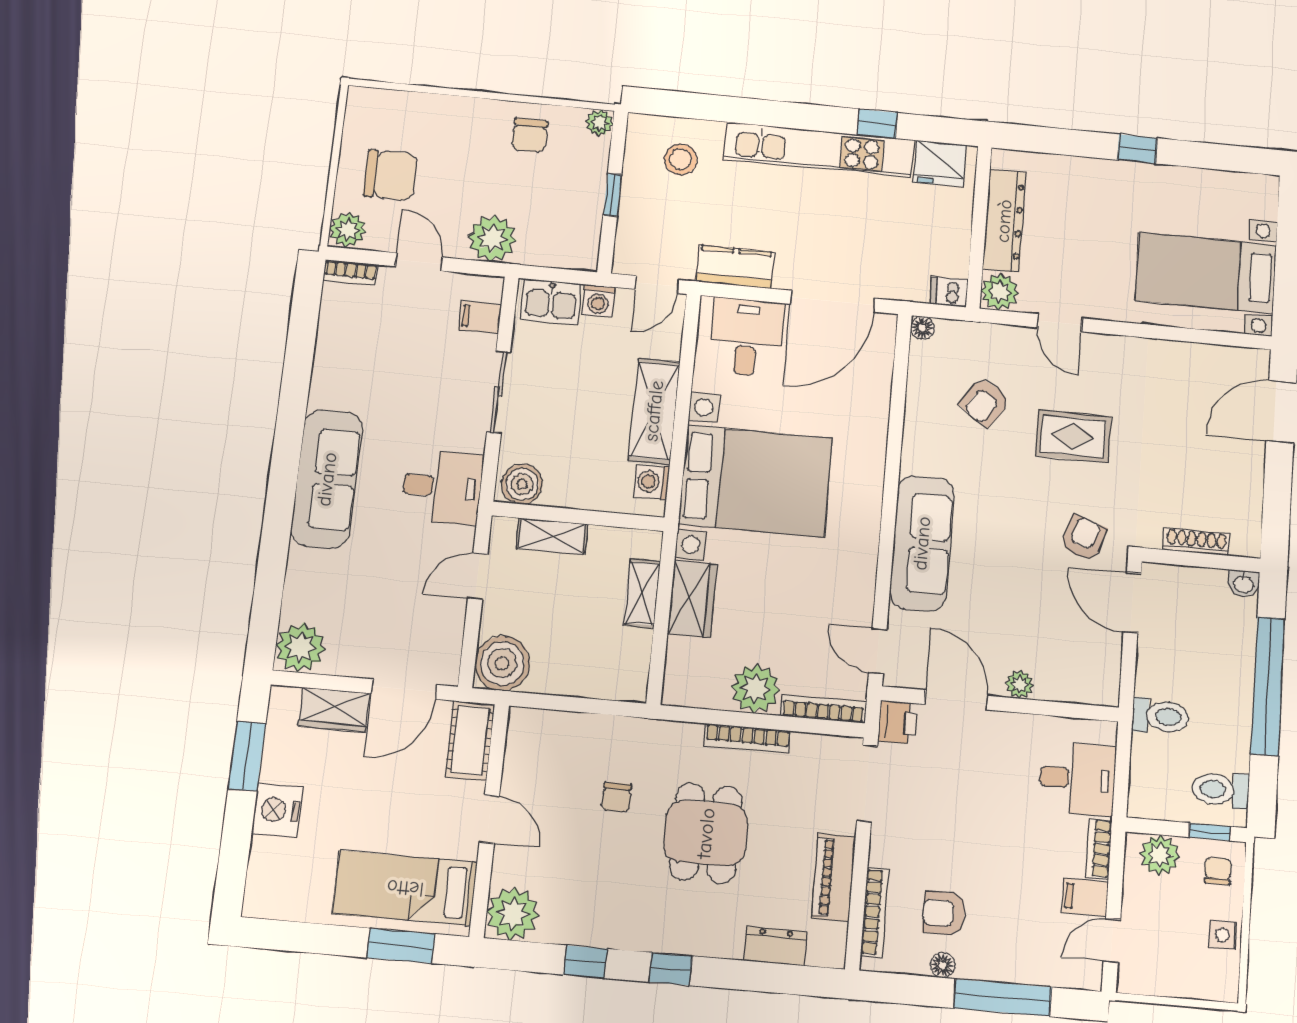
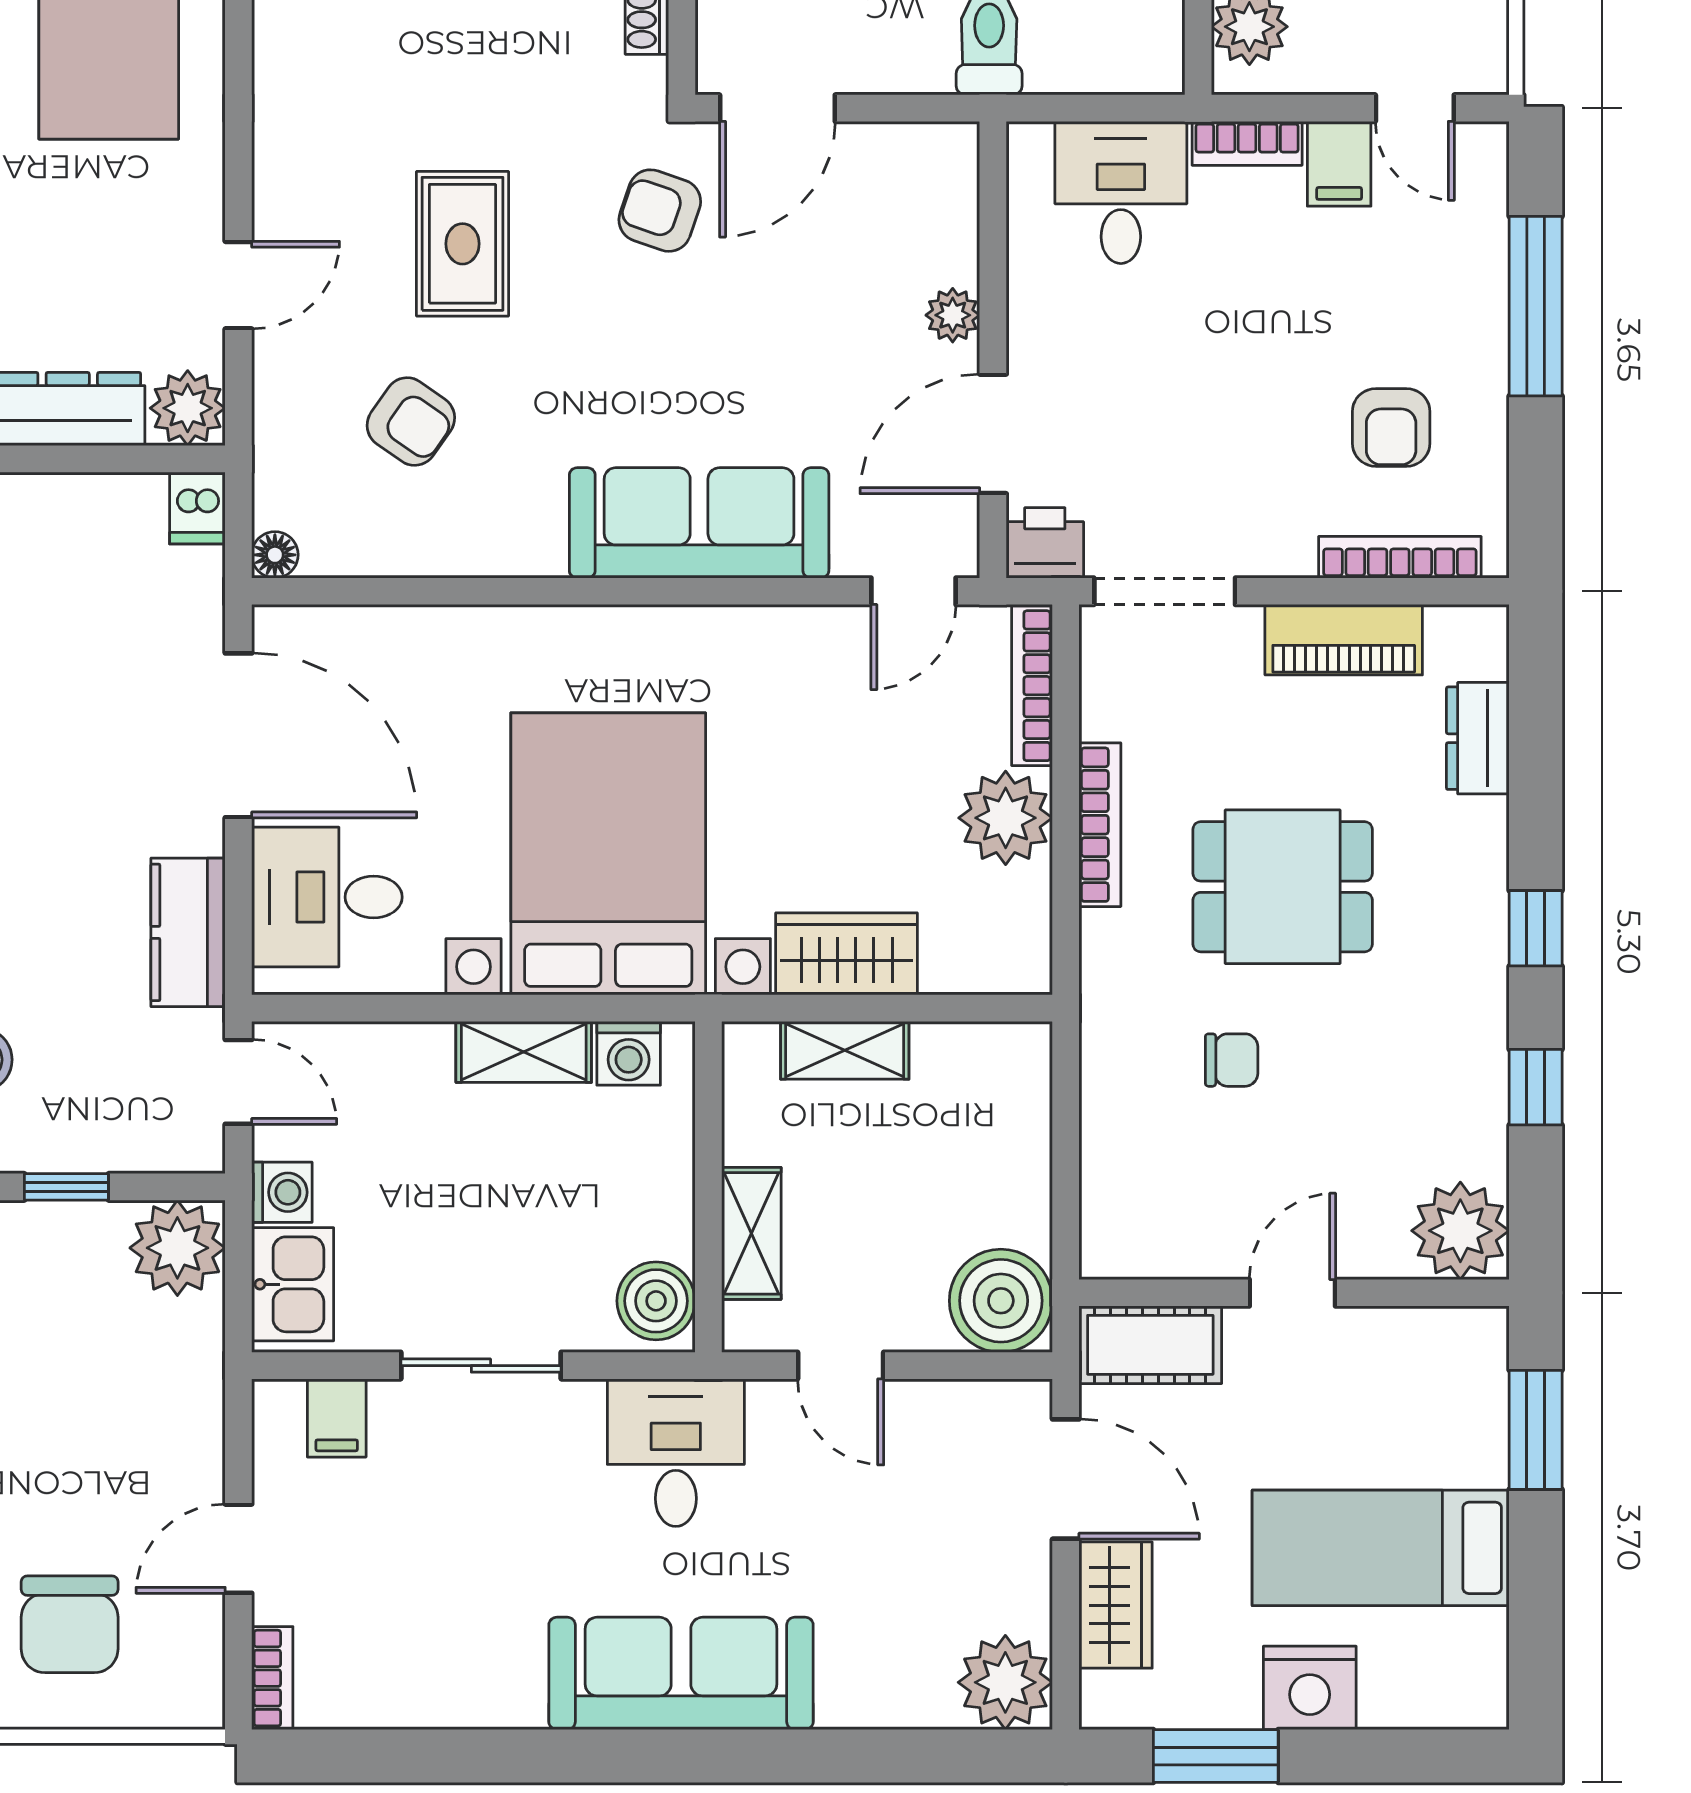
chair: (390, 175) -> (70, 1624), turned 180
plant: (348, 230) -> (188, 1694), removed
plant: (492, 238) -> (177, 1248), moved
shelving: (654, 411) -> (524, 1052), width x0.67, depth x0.75
bed: (405, 888) -> (1381, 1548), moved, turned 90
floor lamp: (943, 965) -> (1486, 423), removed

